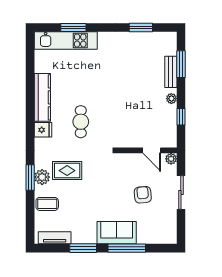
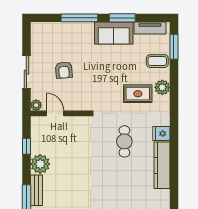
plant: (171, 99) -> (40, 164), width x1.87, depth x1.87
window: (30, 177) -> (174, 47), moved
sofa: (117, 233) -> (114, 33), moved

